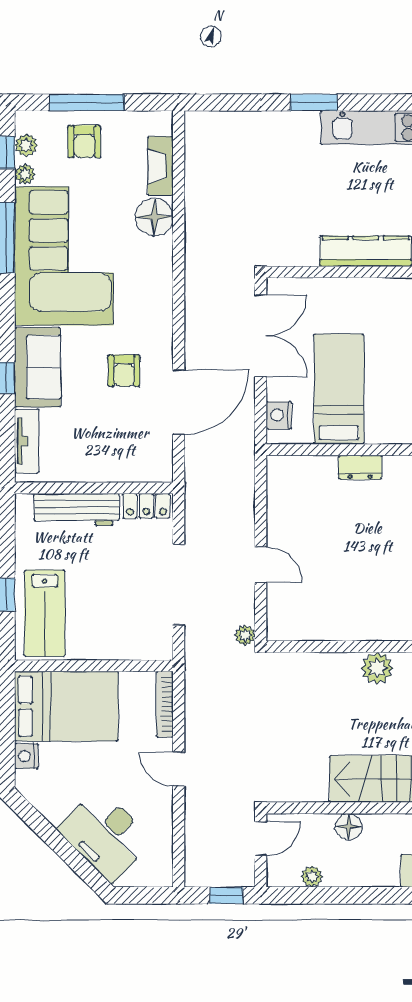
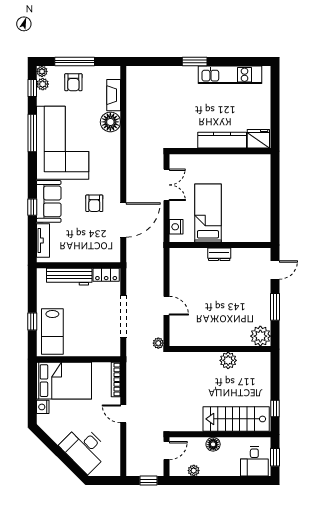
plant: (25, 174) -> (42, 71), moved
double door: (261, 336) -> (167, 185), width x0.73

